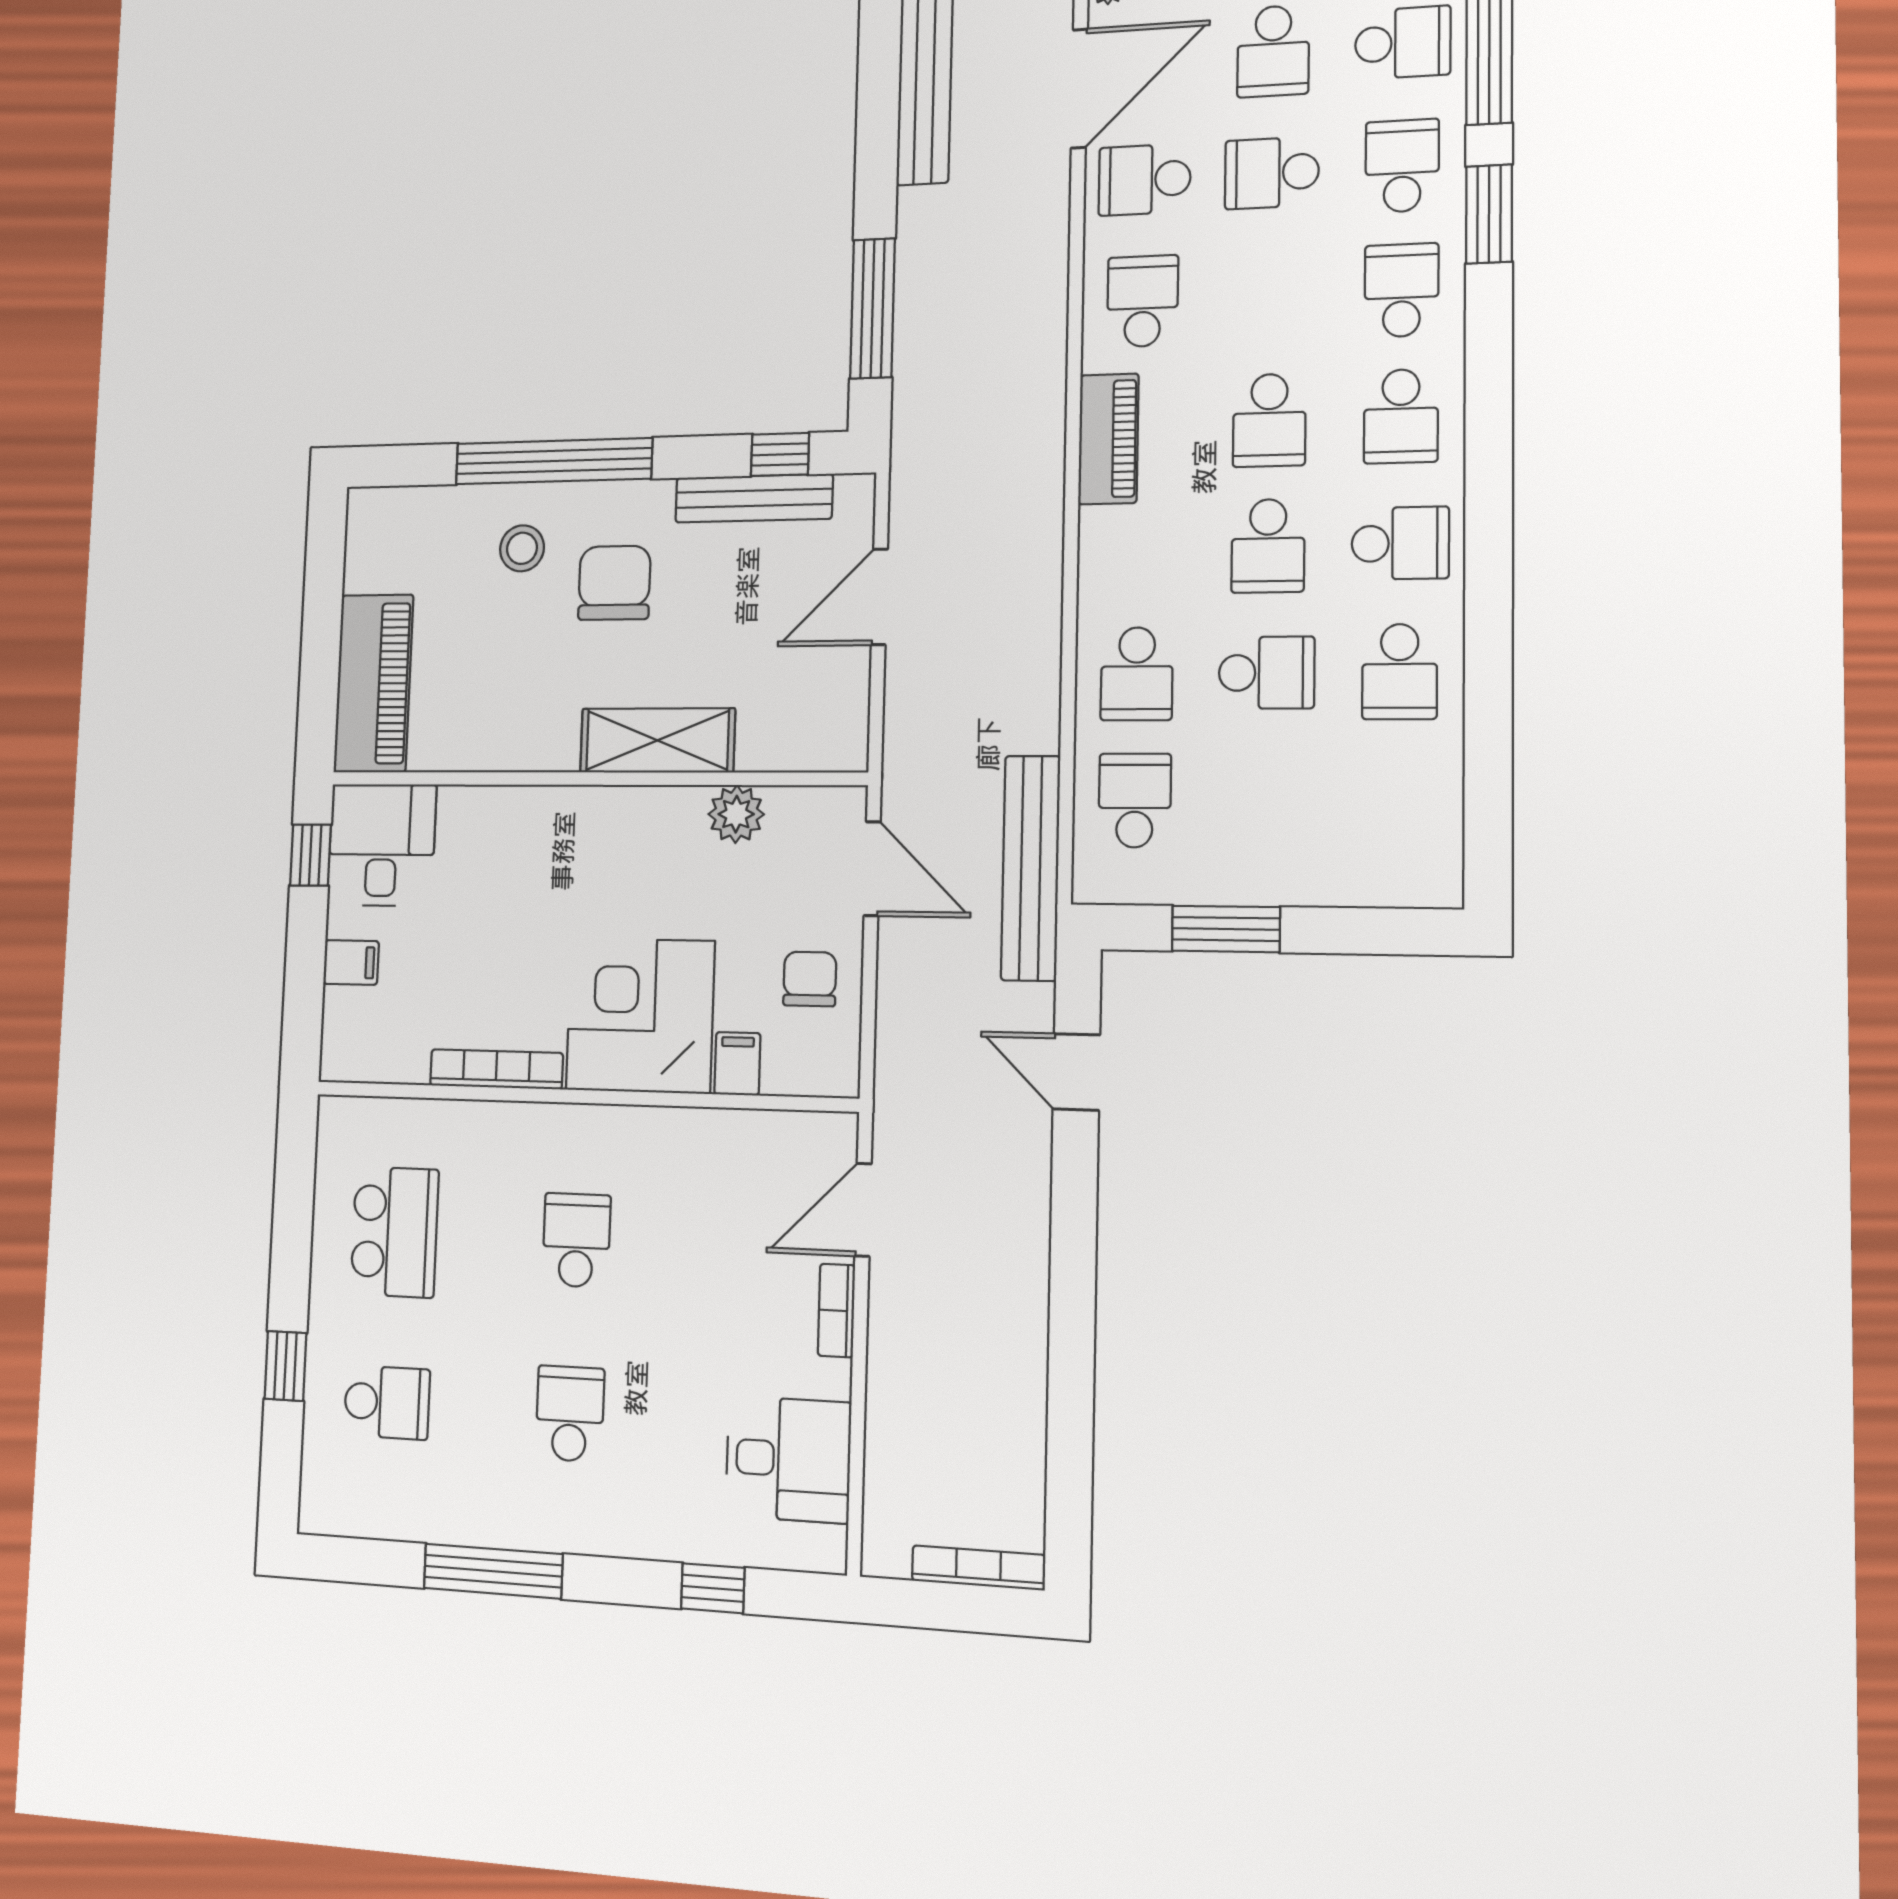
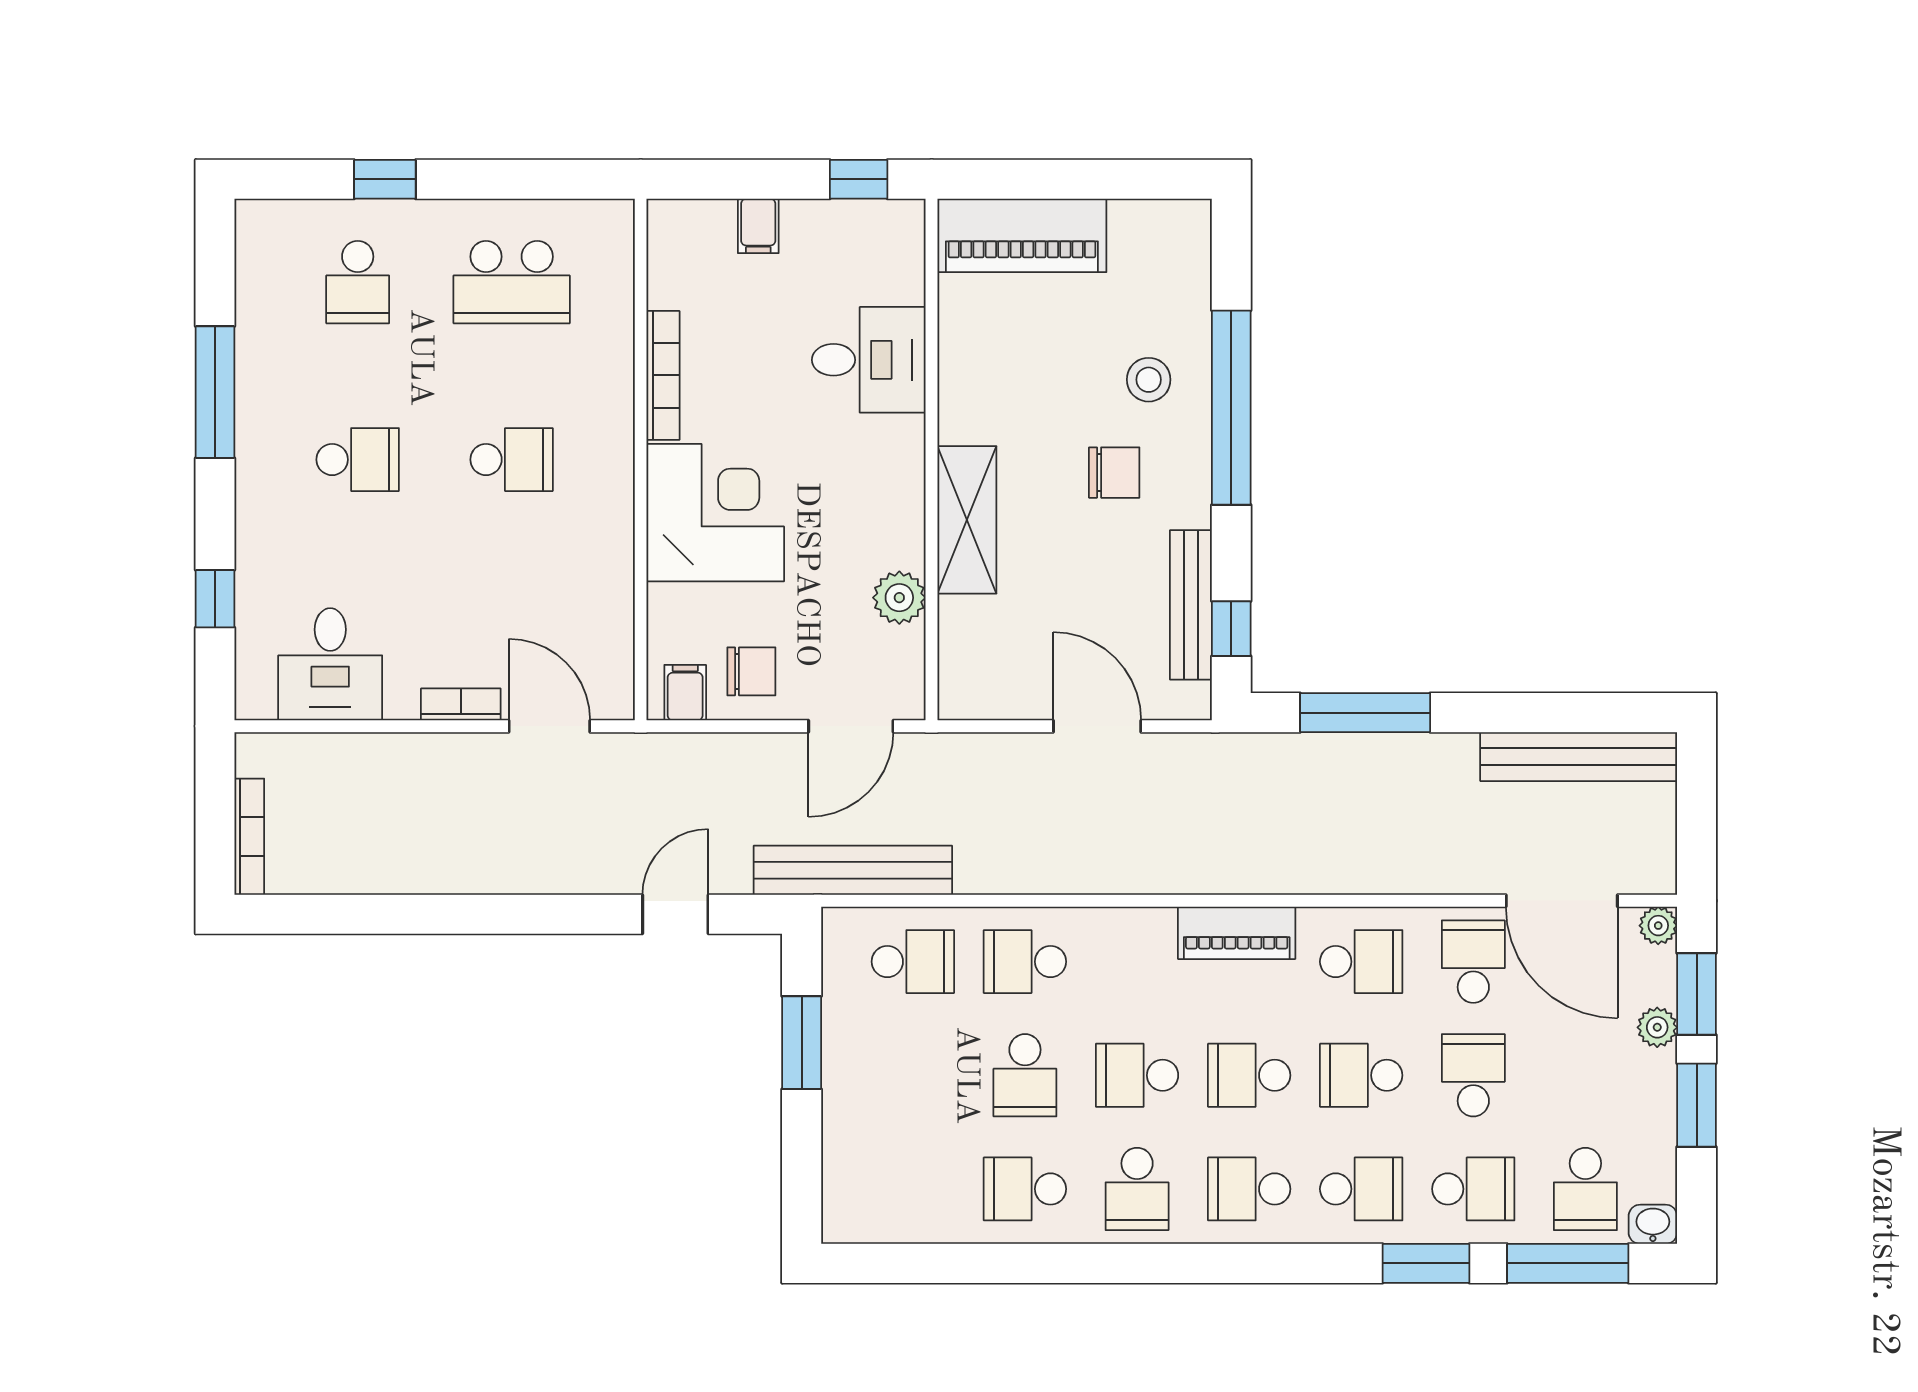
school desk: (1273, 51) -> (1361, 1075), moved
chair: (614, 583) -> (1114, 473), width x0.73, depth x0.73
desk: (382, 845) -> (869, 360), moved
filing cabinet: (737, 1064) -> (685, 693), moved, turned -90

